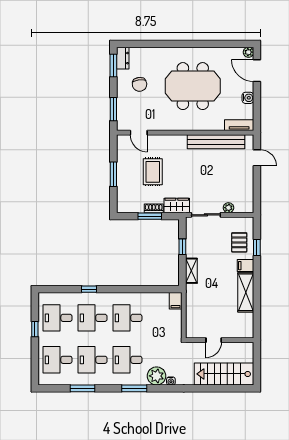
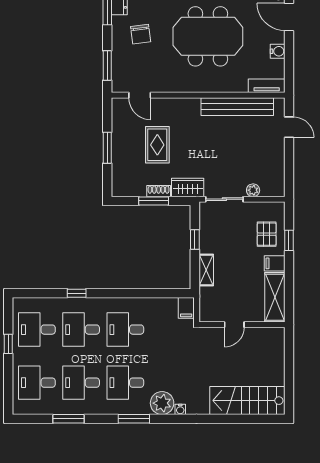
door: (214, 340) -> (234, 325), moved
wall: (220, 340) -> (242, 325), moved

